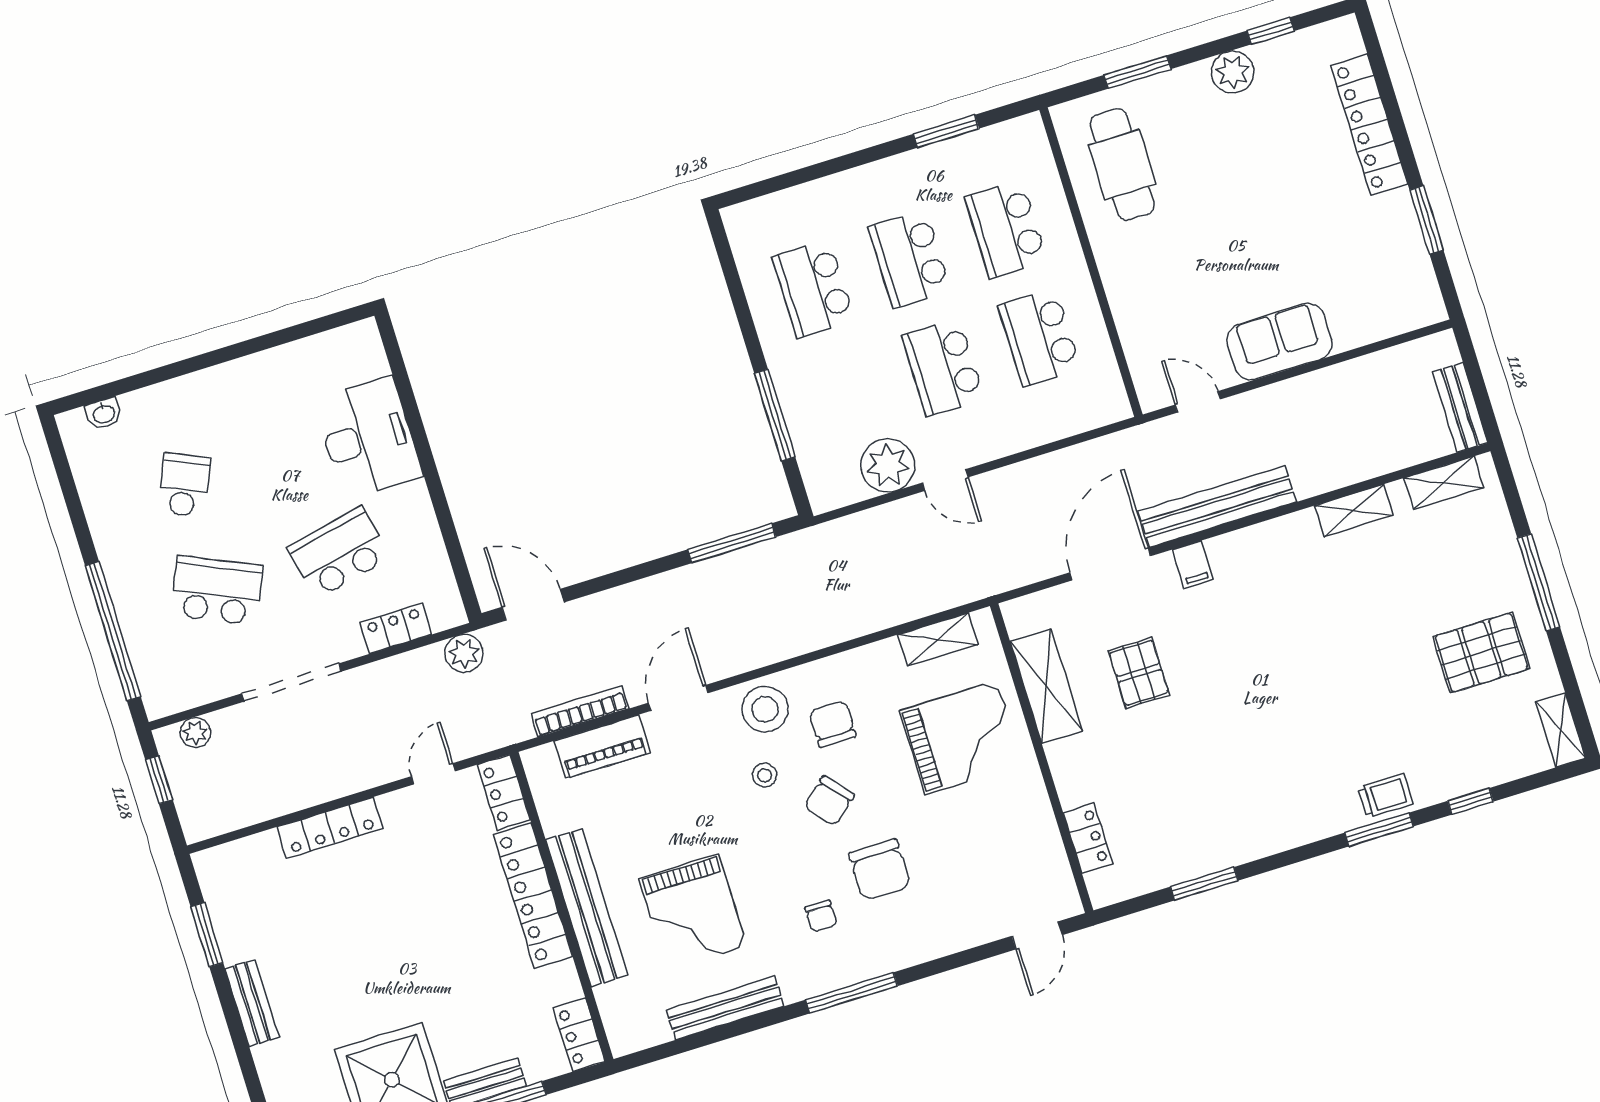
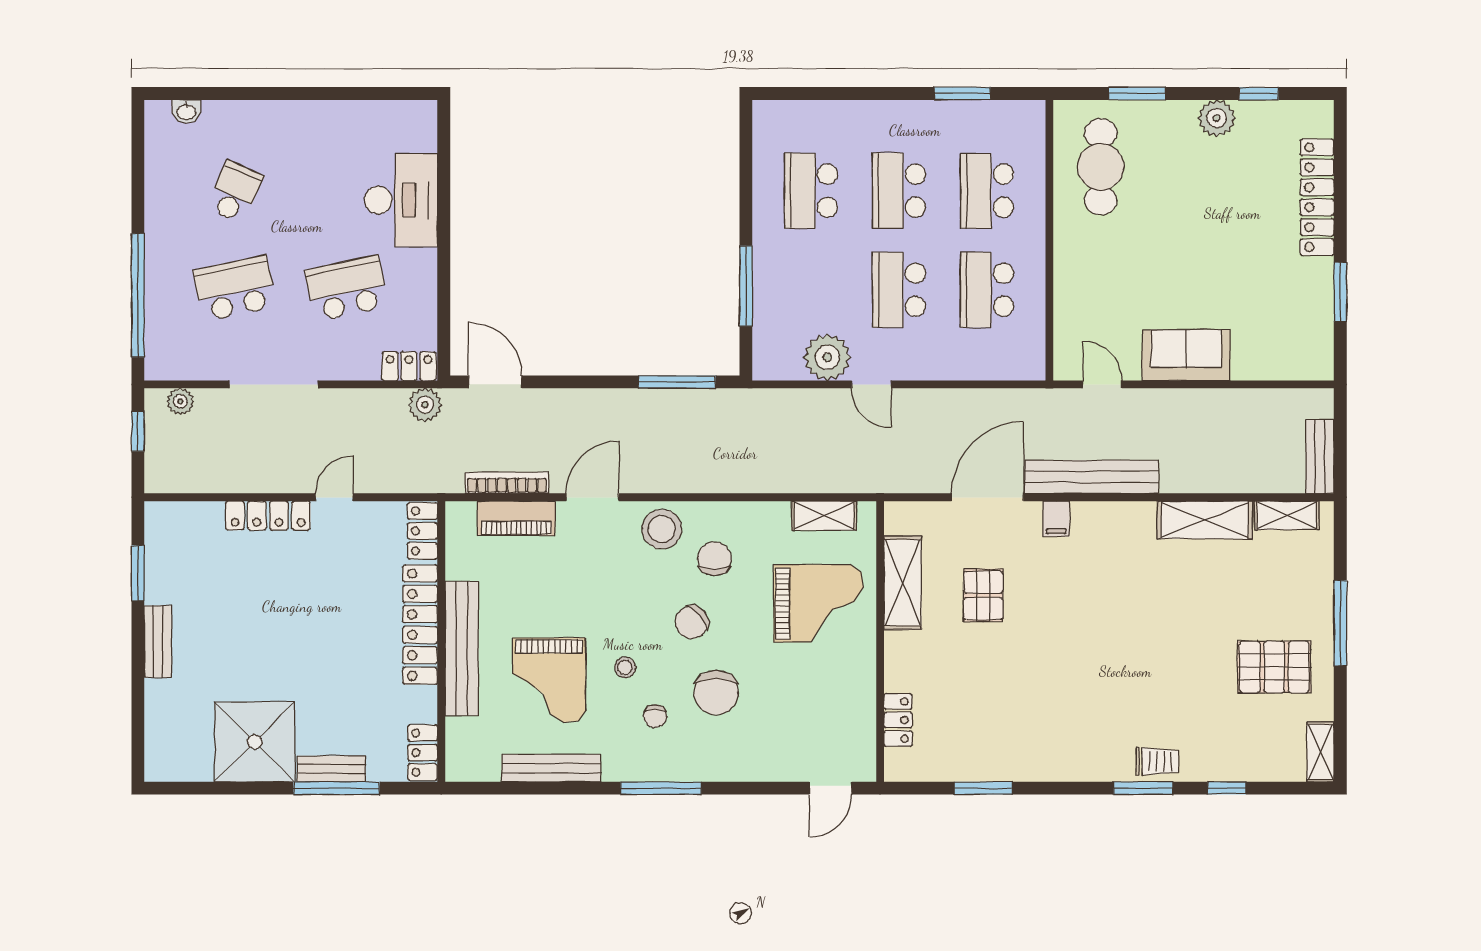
shelving: (1354, 510) -> (1205, 520), width x1.50, depth x1.33
school desk: (217, 591) -> (235, 288), turned -36
locker: (396, 628) -> (409, 366), moved
door: (433, 774) -> (334, 497), moved
stool: (765, 775) -> (625, 667), moved

